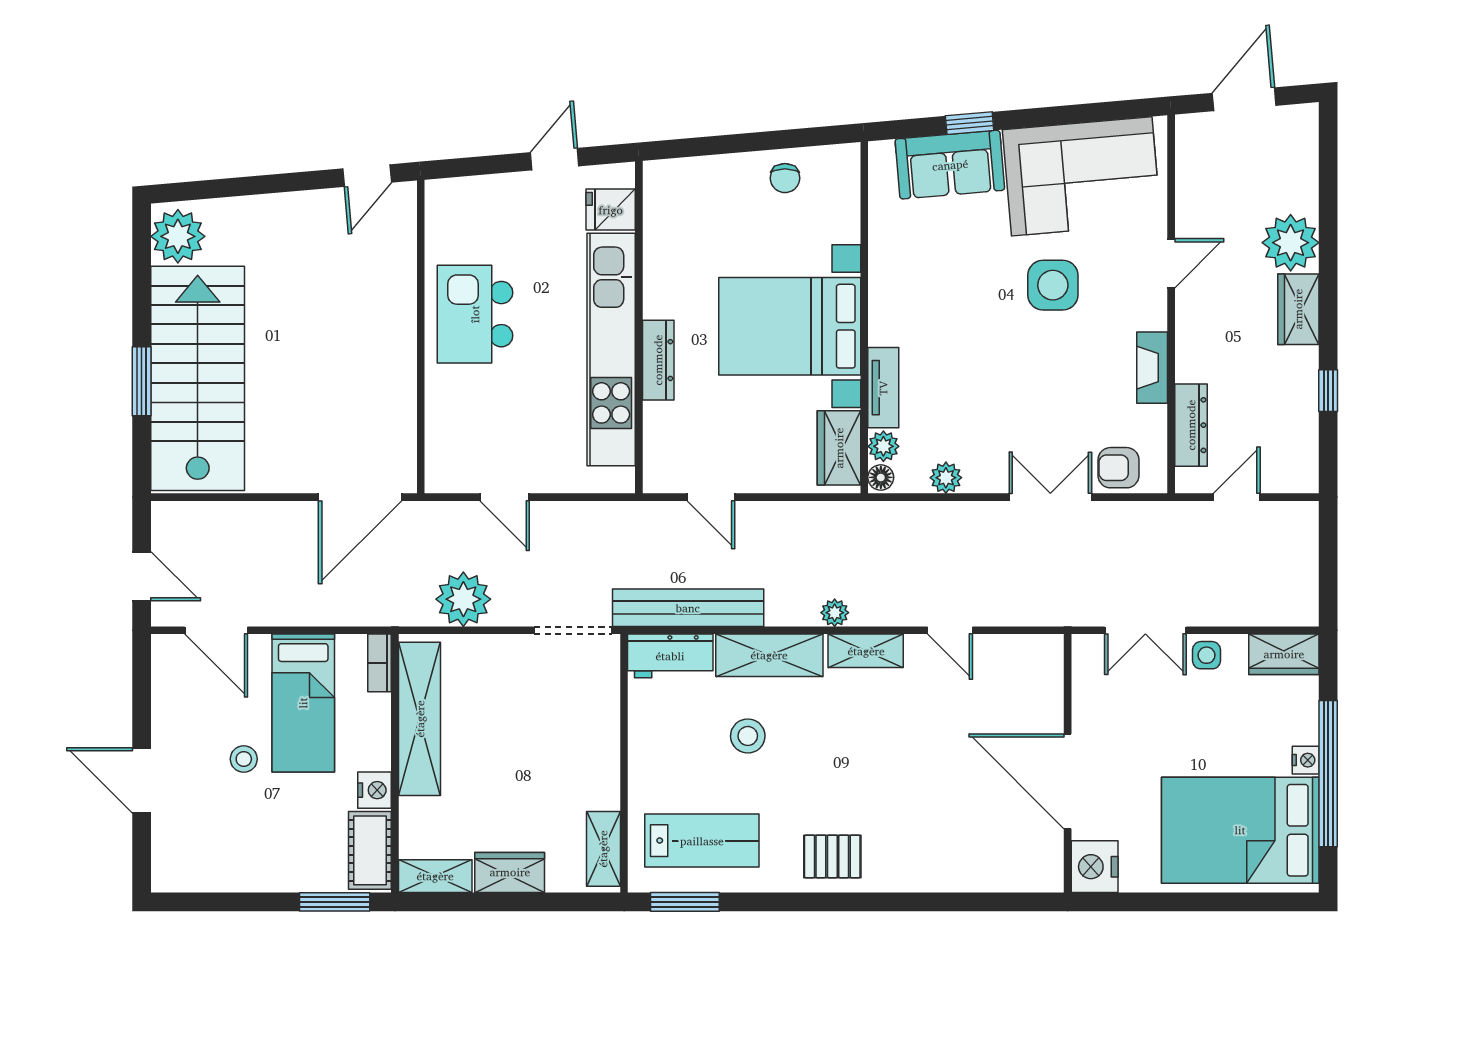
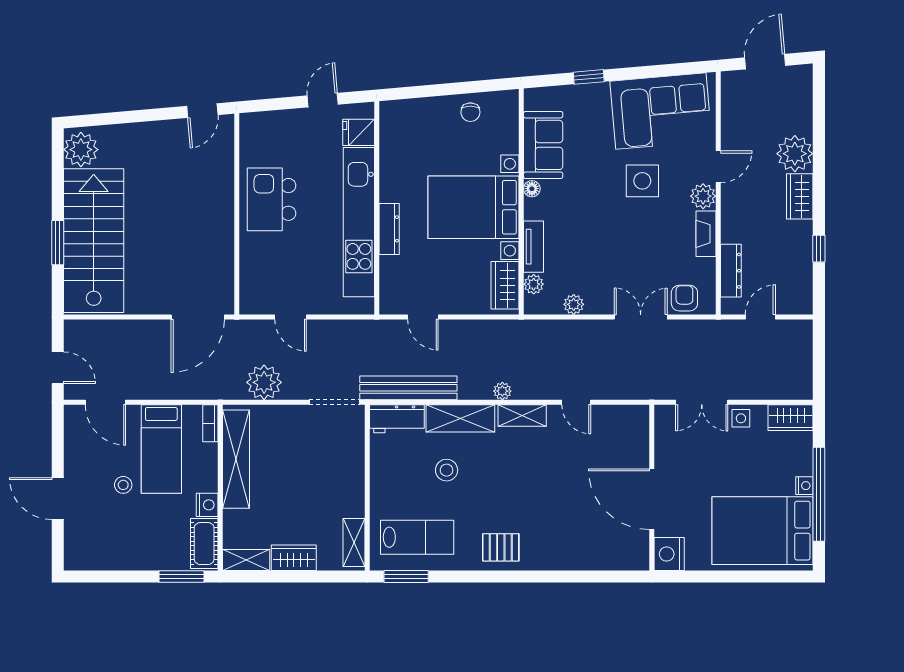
sofa: (950, 165) -> (543, 145), moved, turned -85
plant: (1148, 309) -> (703, 196), added
armchair: (1119, 468) -> (684, 298), turned 90
floor lamp: (881, 477) -> (532, 189), moved

